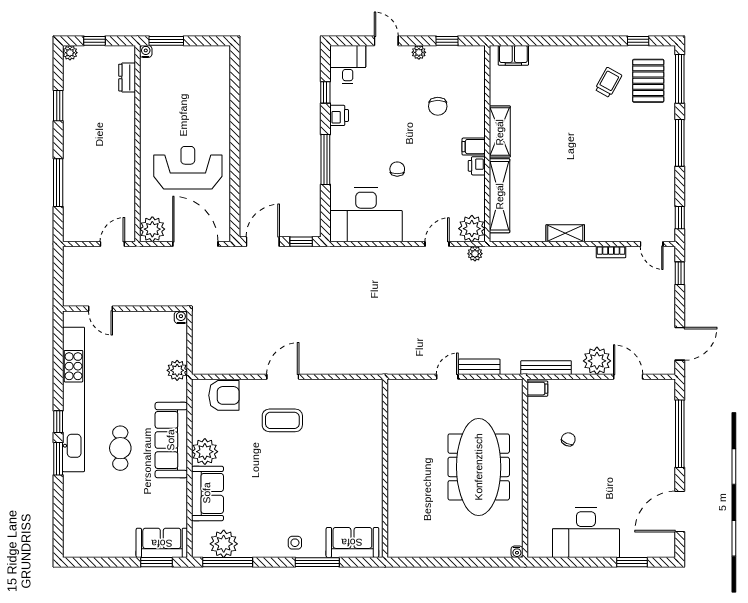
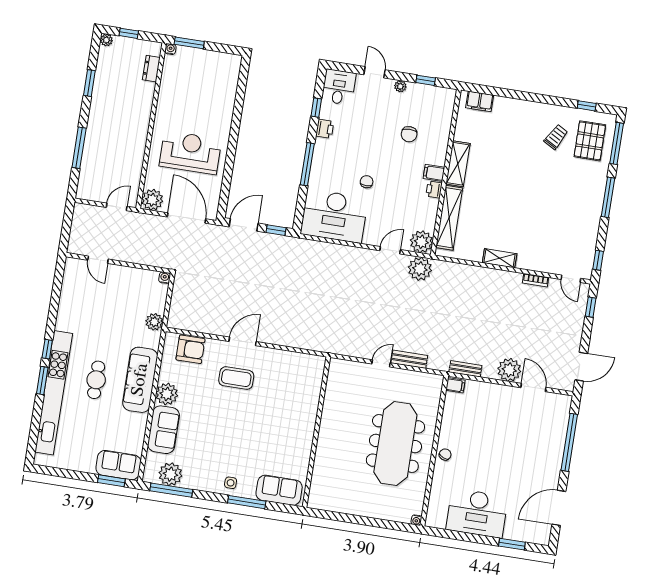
plant: (475, 254) -> (420, 269), width x1.88, depth x1.88
bench: (546, 368) -> (465, 369), width x0.73
kitchen unit: (73, 399) -> (54, 393), moved
chair: (568, 439) -> (445, 455), moved

